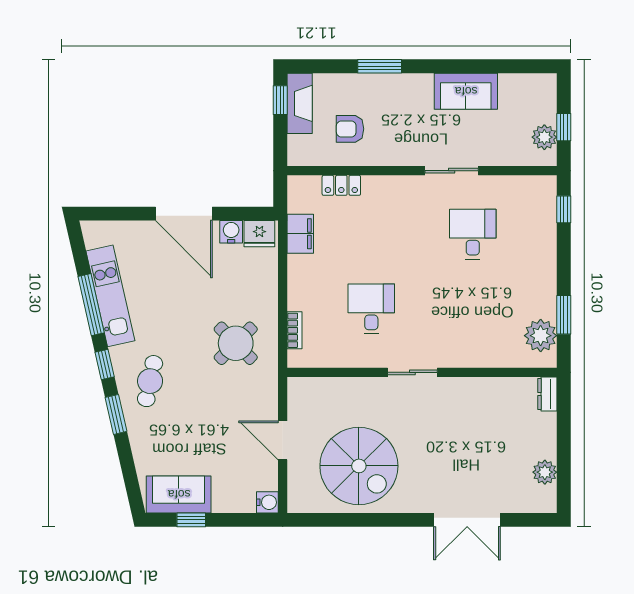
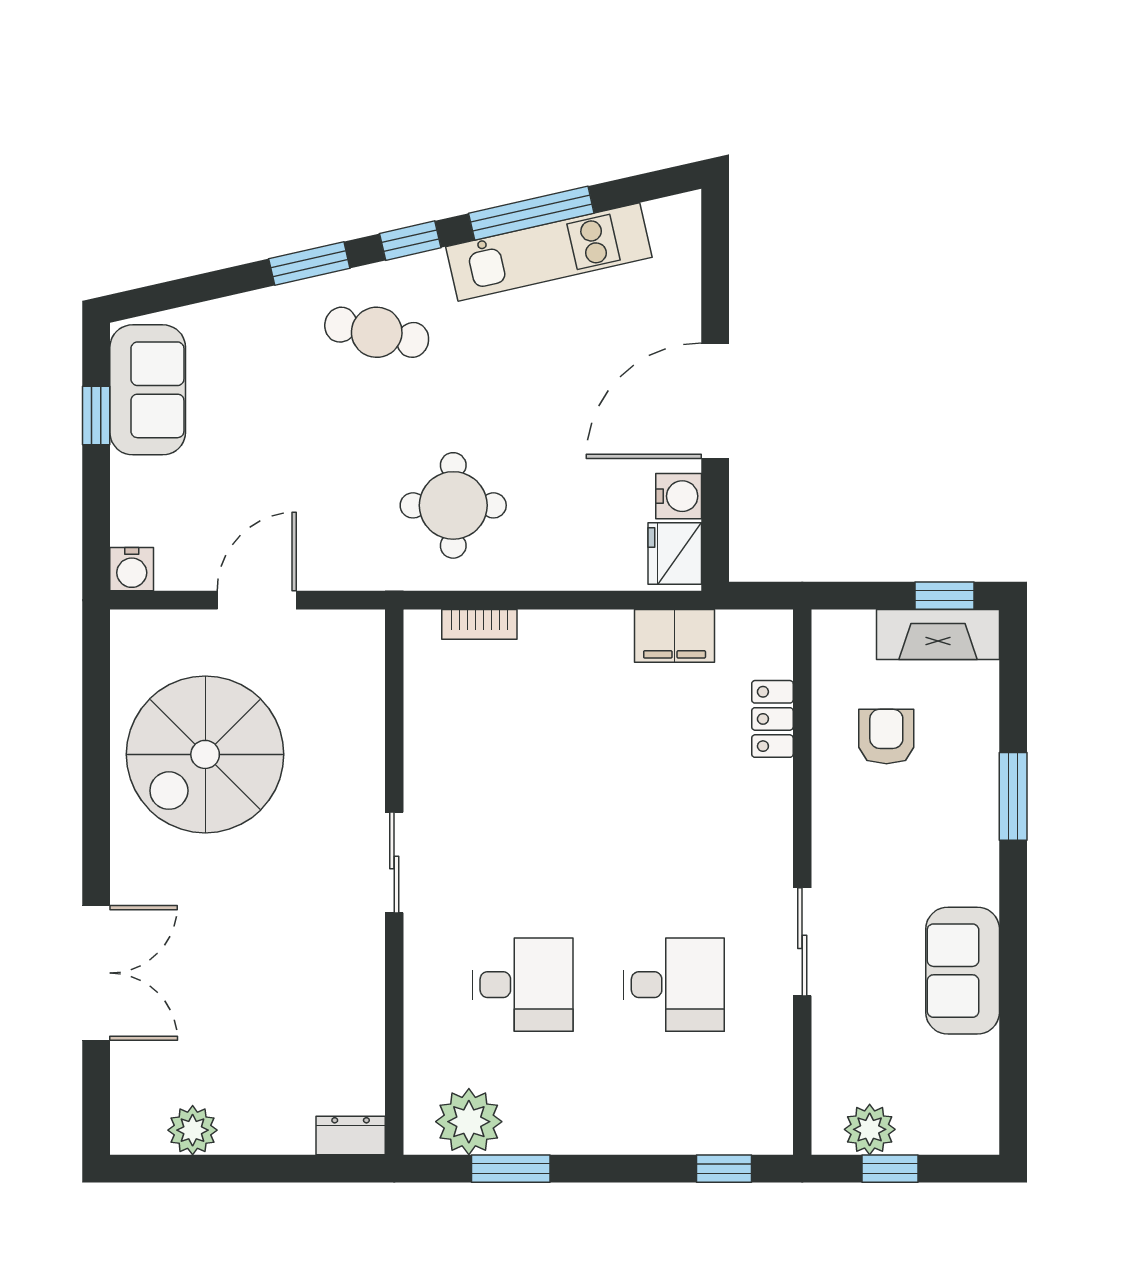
desk: (371, 309) -> (523, 985), moved
round table: (236, 343) -> (453, 505), turned 45
double door: (467, 520) -> (96, 973), swing flipped

